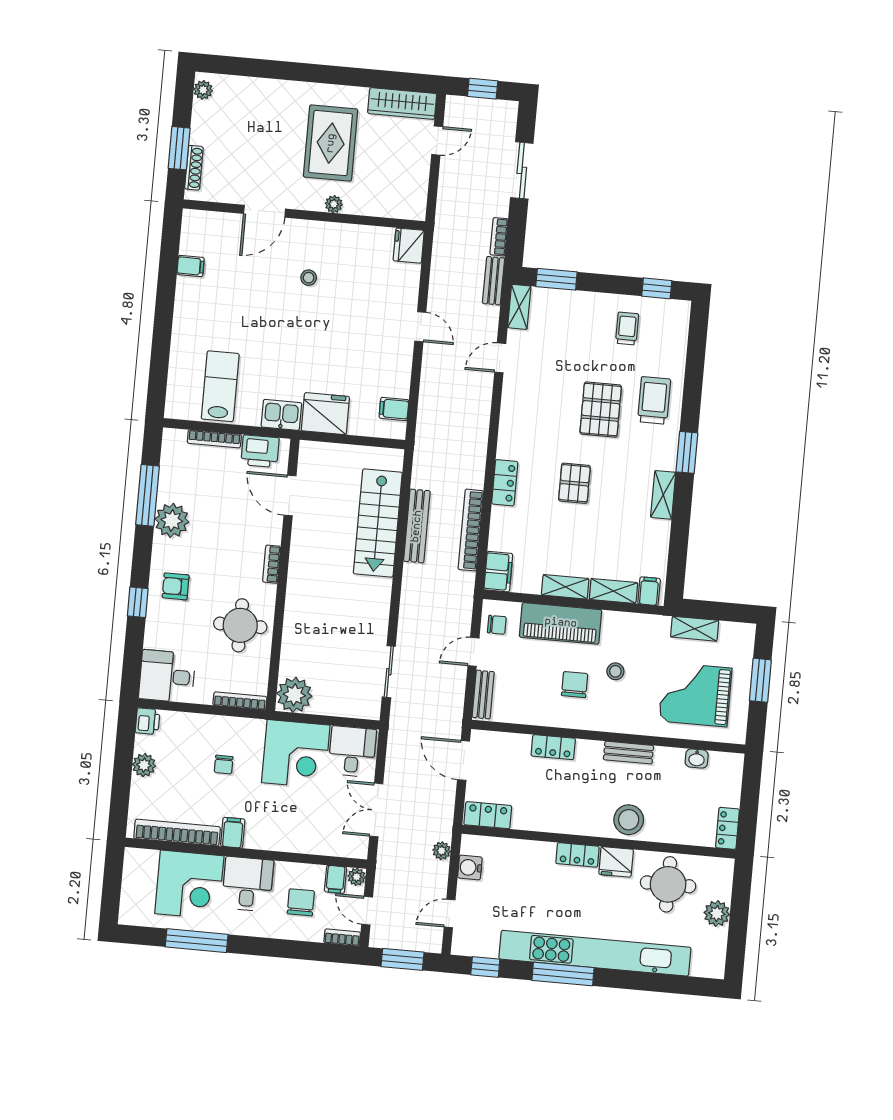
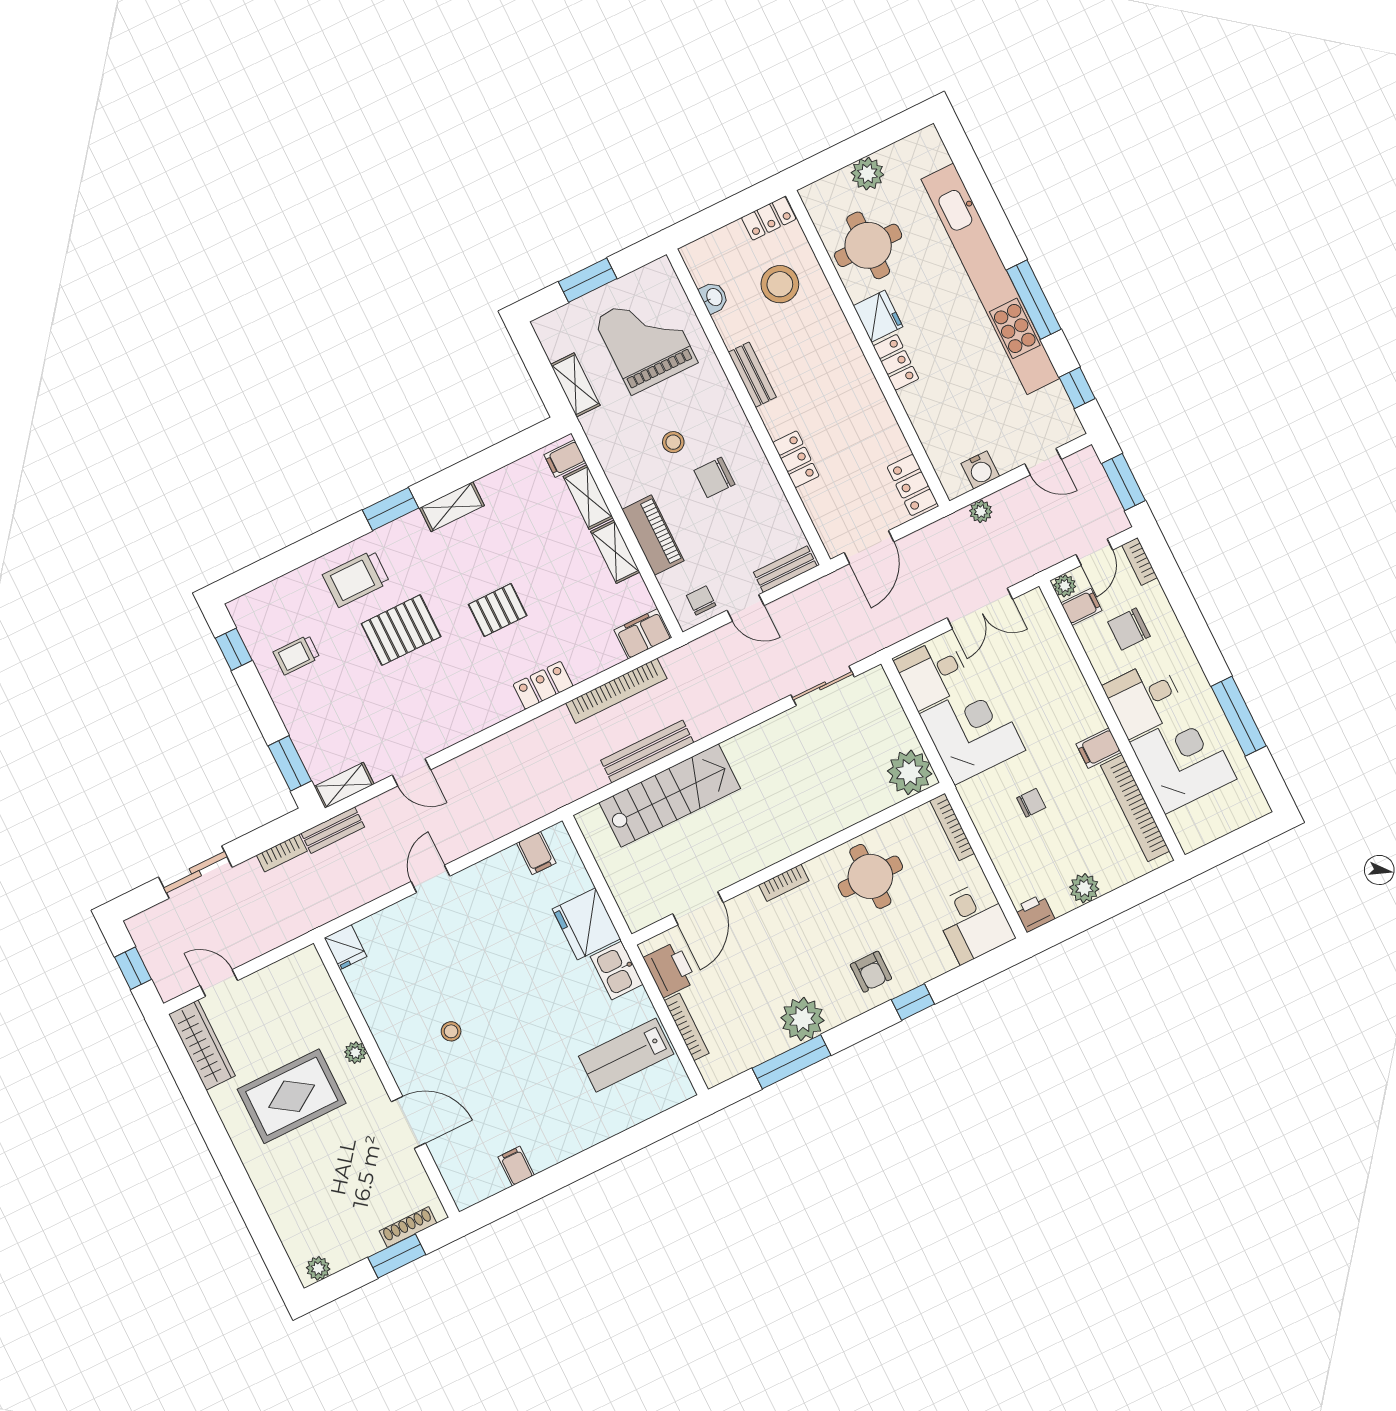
fridge: (409, 246) -> (345, 947), width x0.72
piano: (561, 623) -> (653, 535), width x0.73, depth x0.75
grand piano: (695, 695) -> (646, 341), turned 180
stool: (629, 820) -> (780, 284), moved

